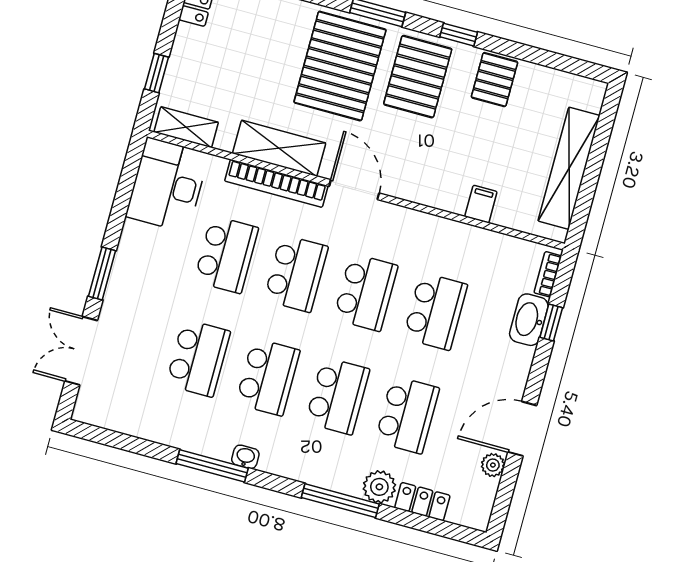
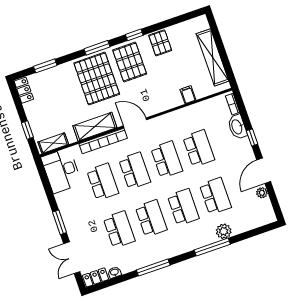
window: (551, 323) -> (252, 137), moved
washbasin: (245, 457) -> (114, 272), moved
locker: (422, 502) -> (96, 277), moved

